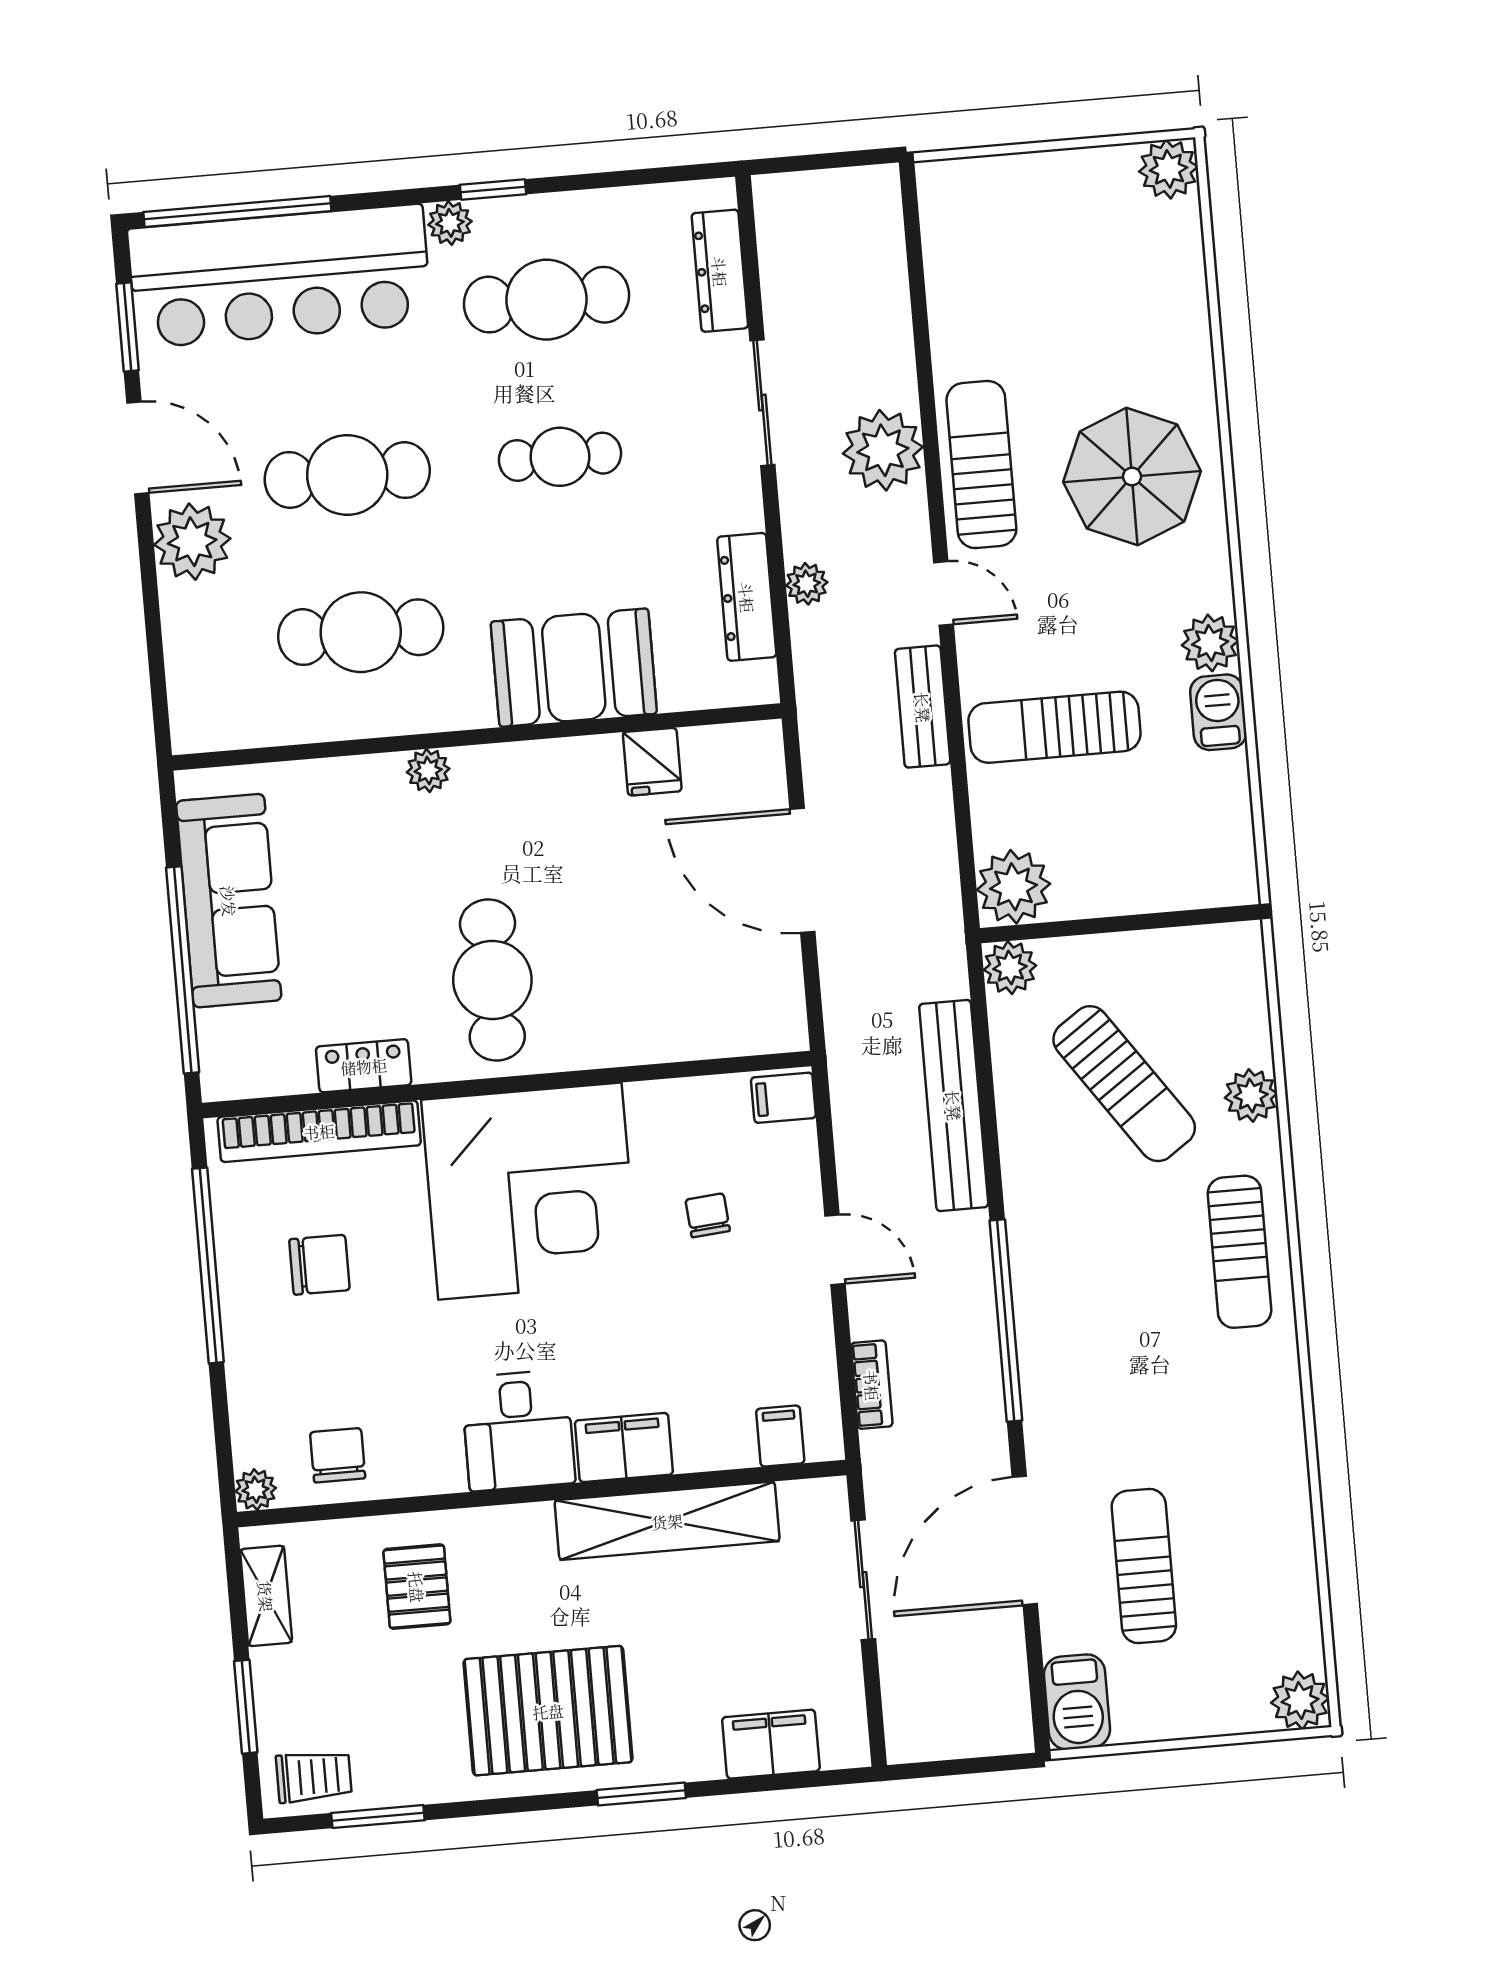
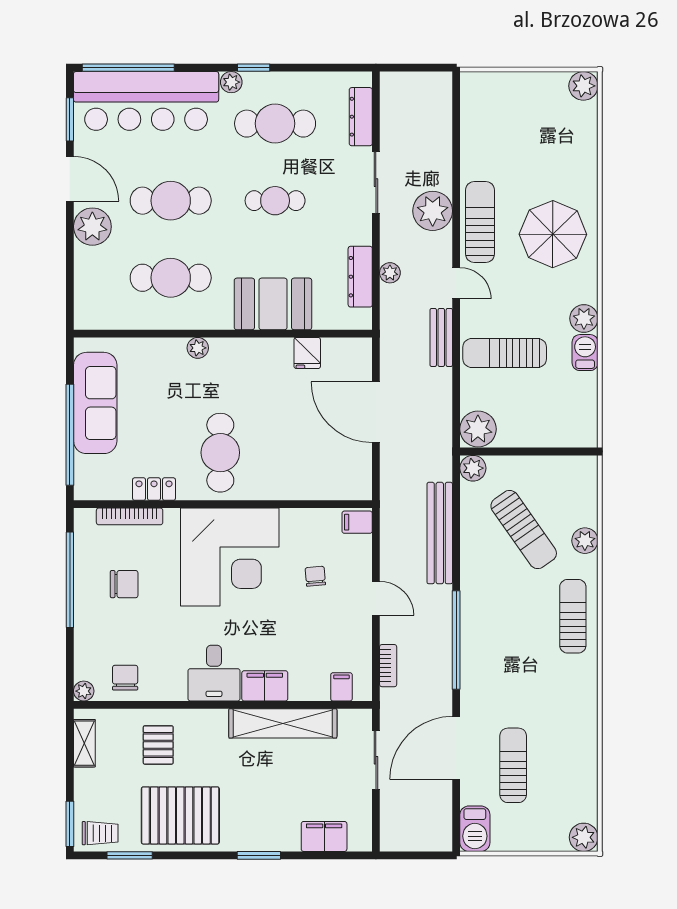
bookcase: (319, 1131) -> (130, 516), width x0.68, depth x0.76
sun lounger: (1240, 1252) -> (573, 616), turned 180
window: (246, 1707) -> (70, 824), moved
pallet: (548, 1711) -> (180, 815), moved

